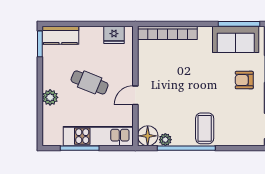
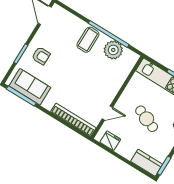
door: (135, 95) -> (107, 113), moved
floor lamp: (148, 136) -> (130, 58), removed
plant: (165, 140) -> (113, 50), width x1.87, depth x1.87

